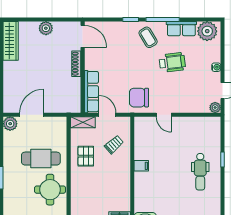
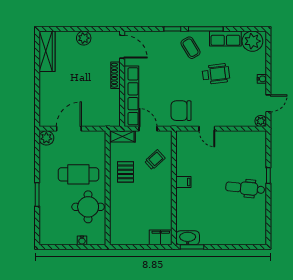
row of seats: (91, 92) -> (131, 96), width x1.36
dental chair: (200, 172) -> (245, 188), turned 96

